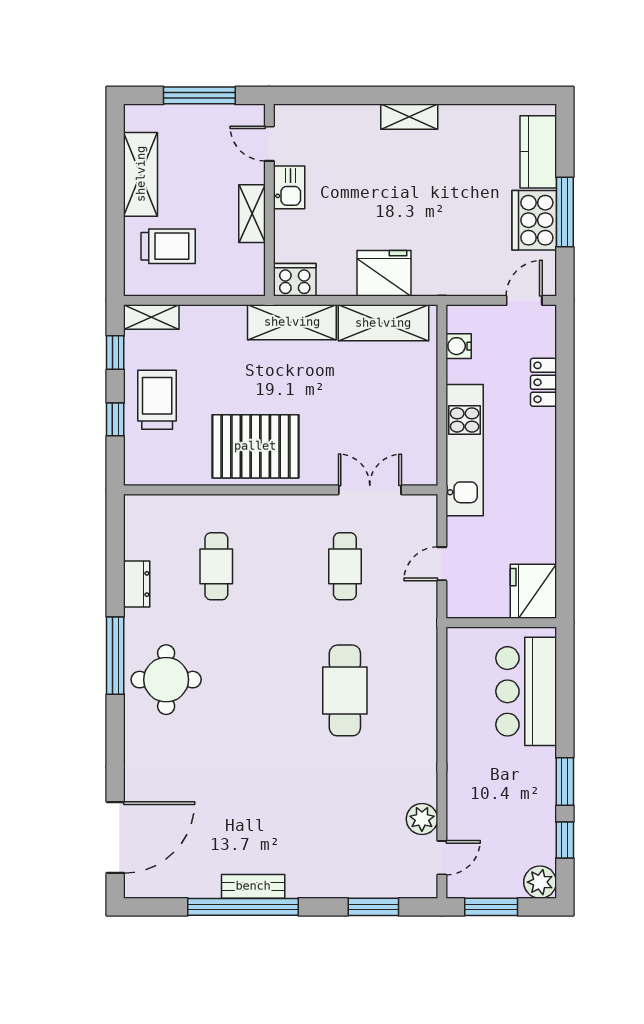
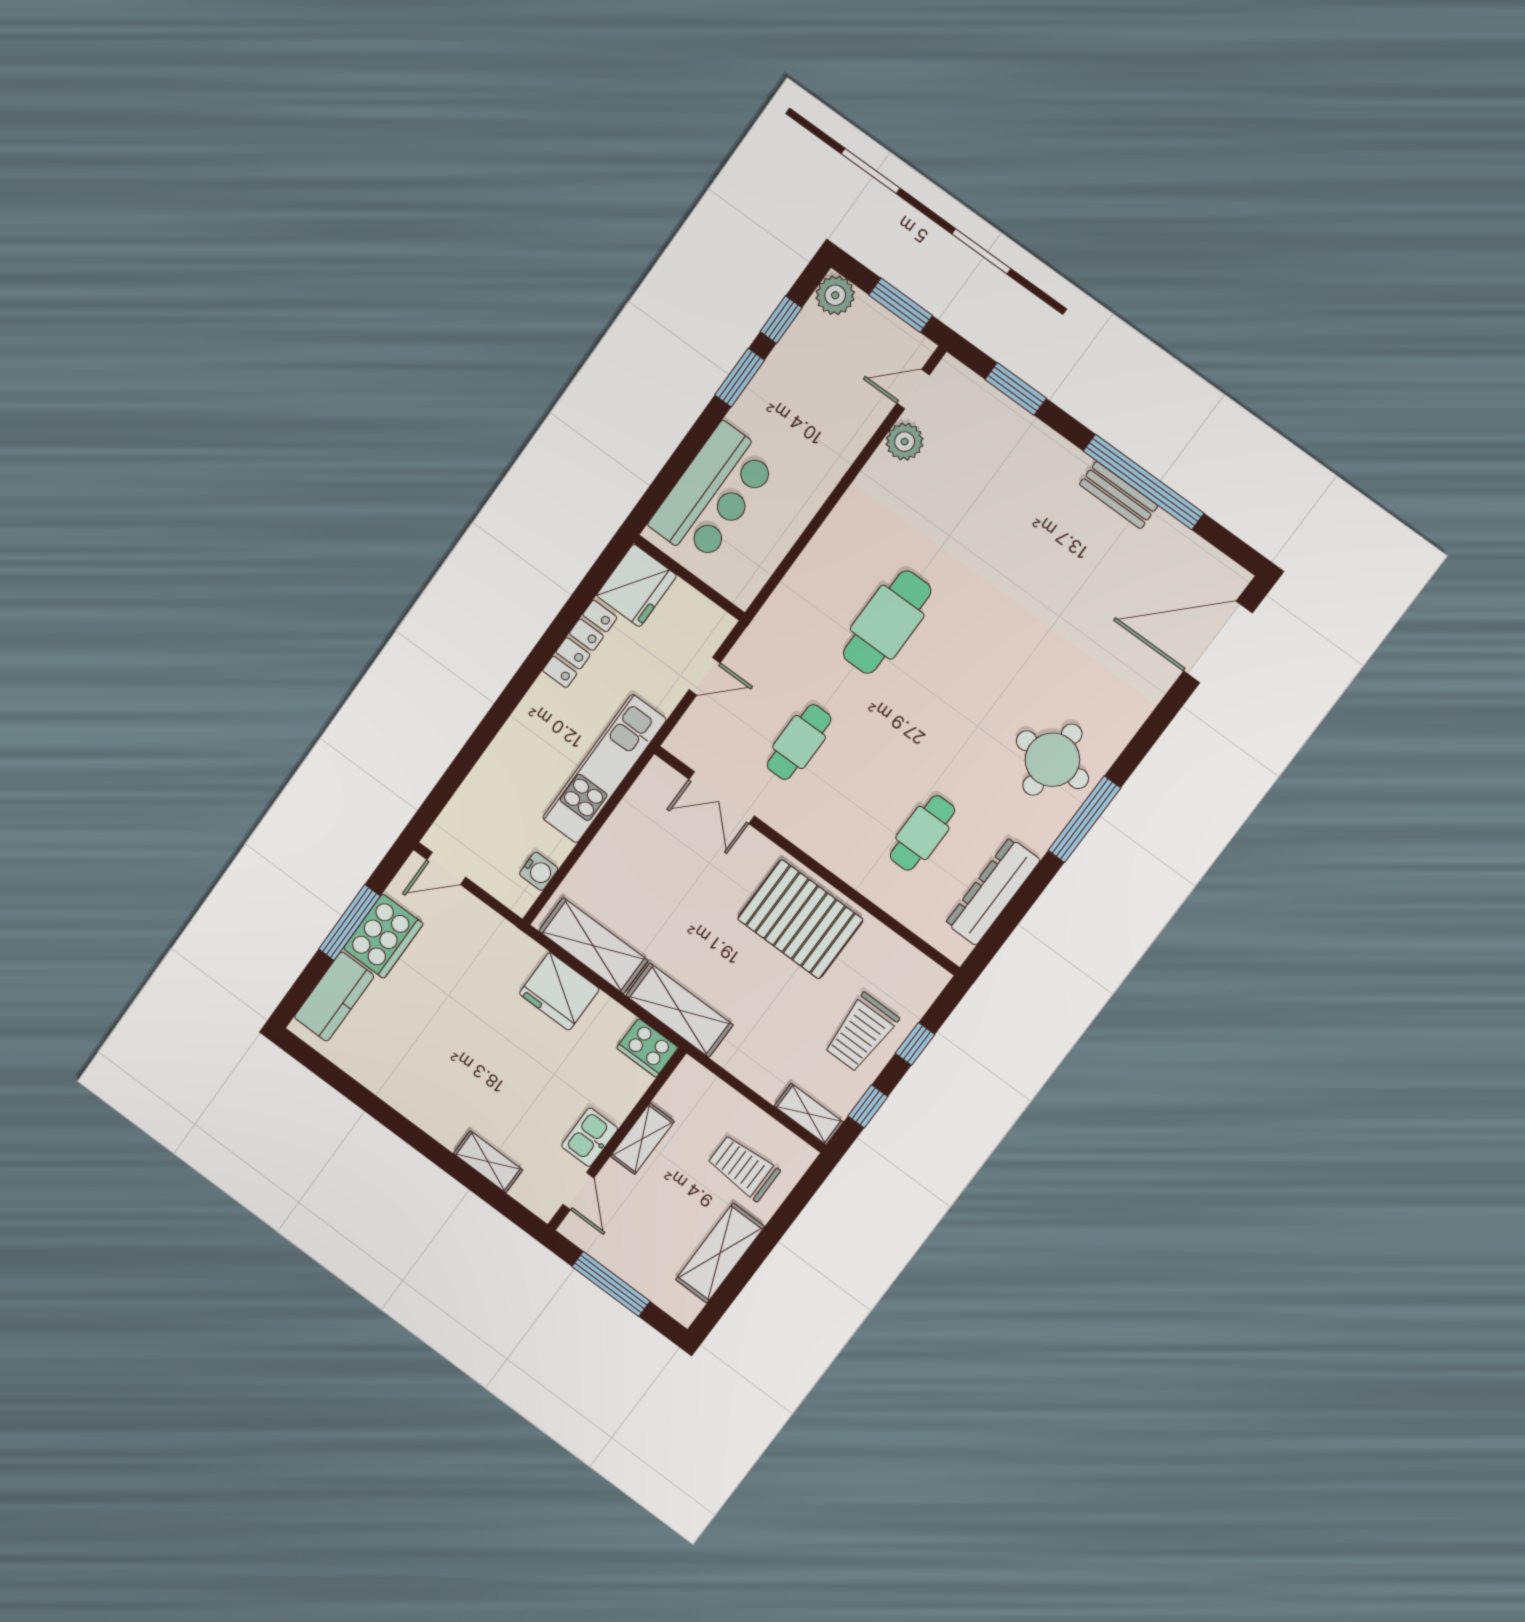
shelving: (409, 117) -> (488, 1162), moved
locker: (543, 382) -> (580, 644), moved, width x1.53
dresser: (137, 584) -> (993, 892), width x1.96, depth x1.24

